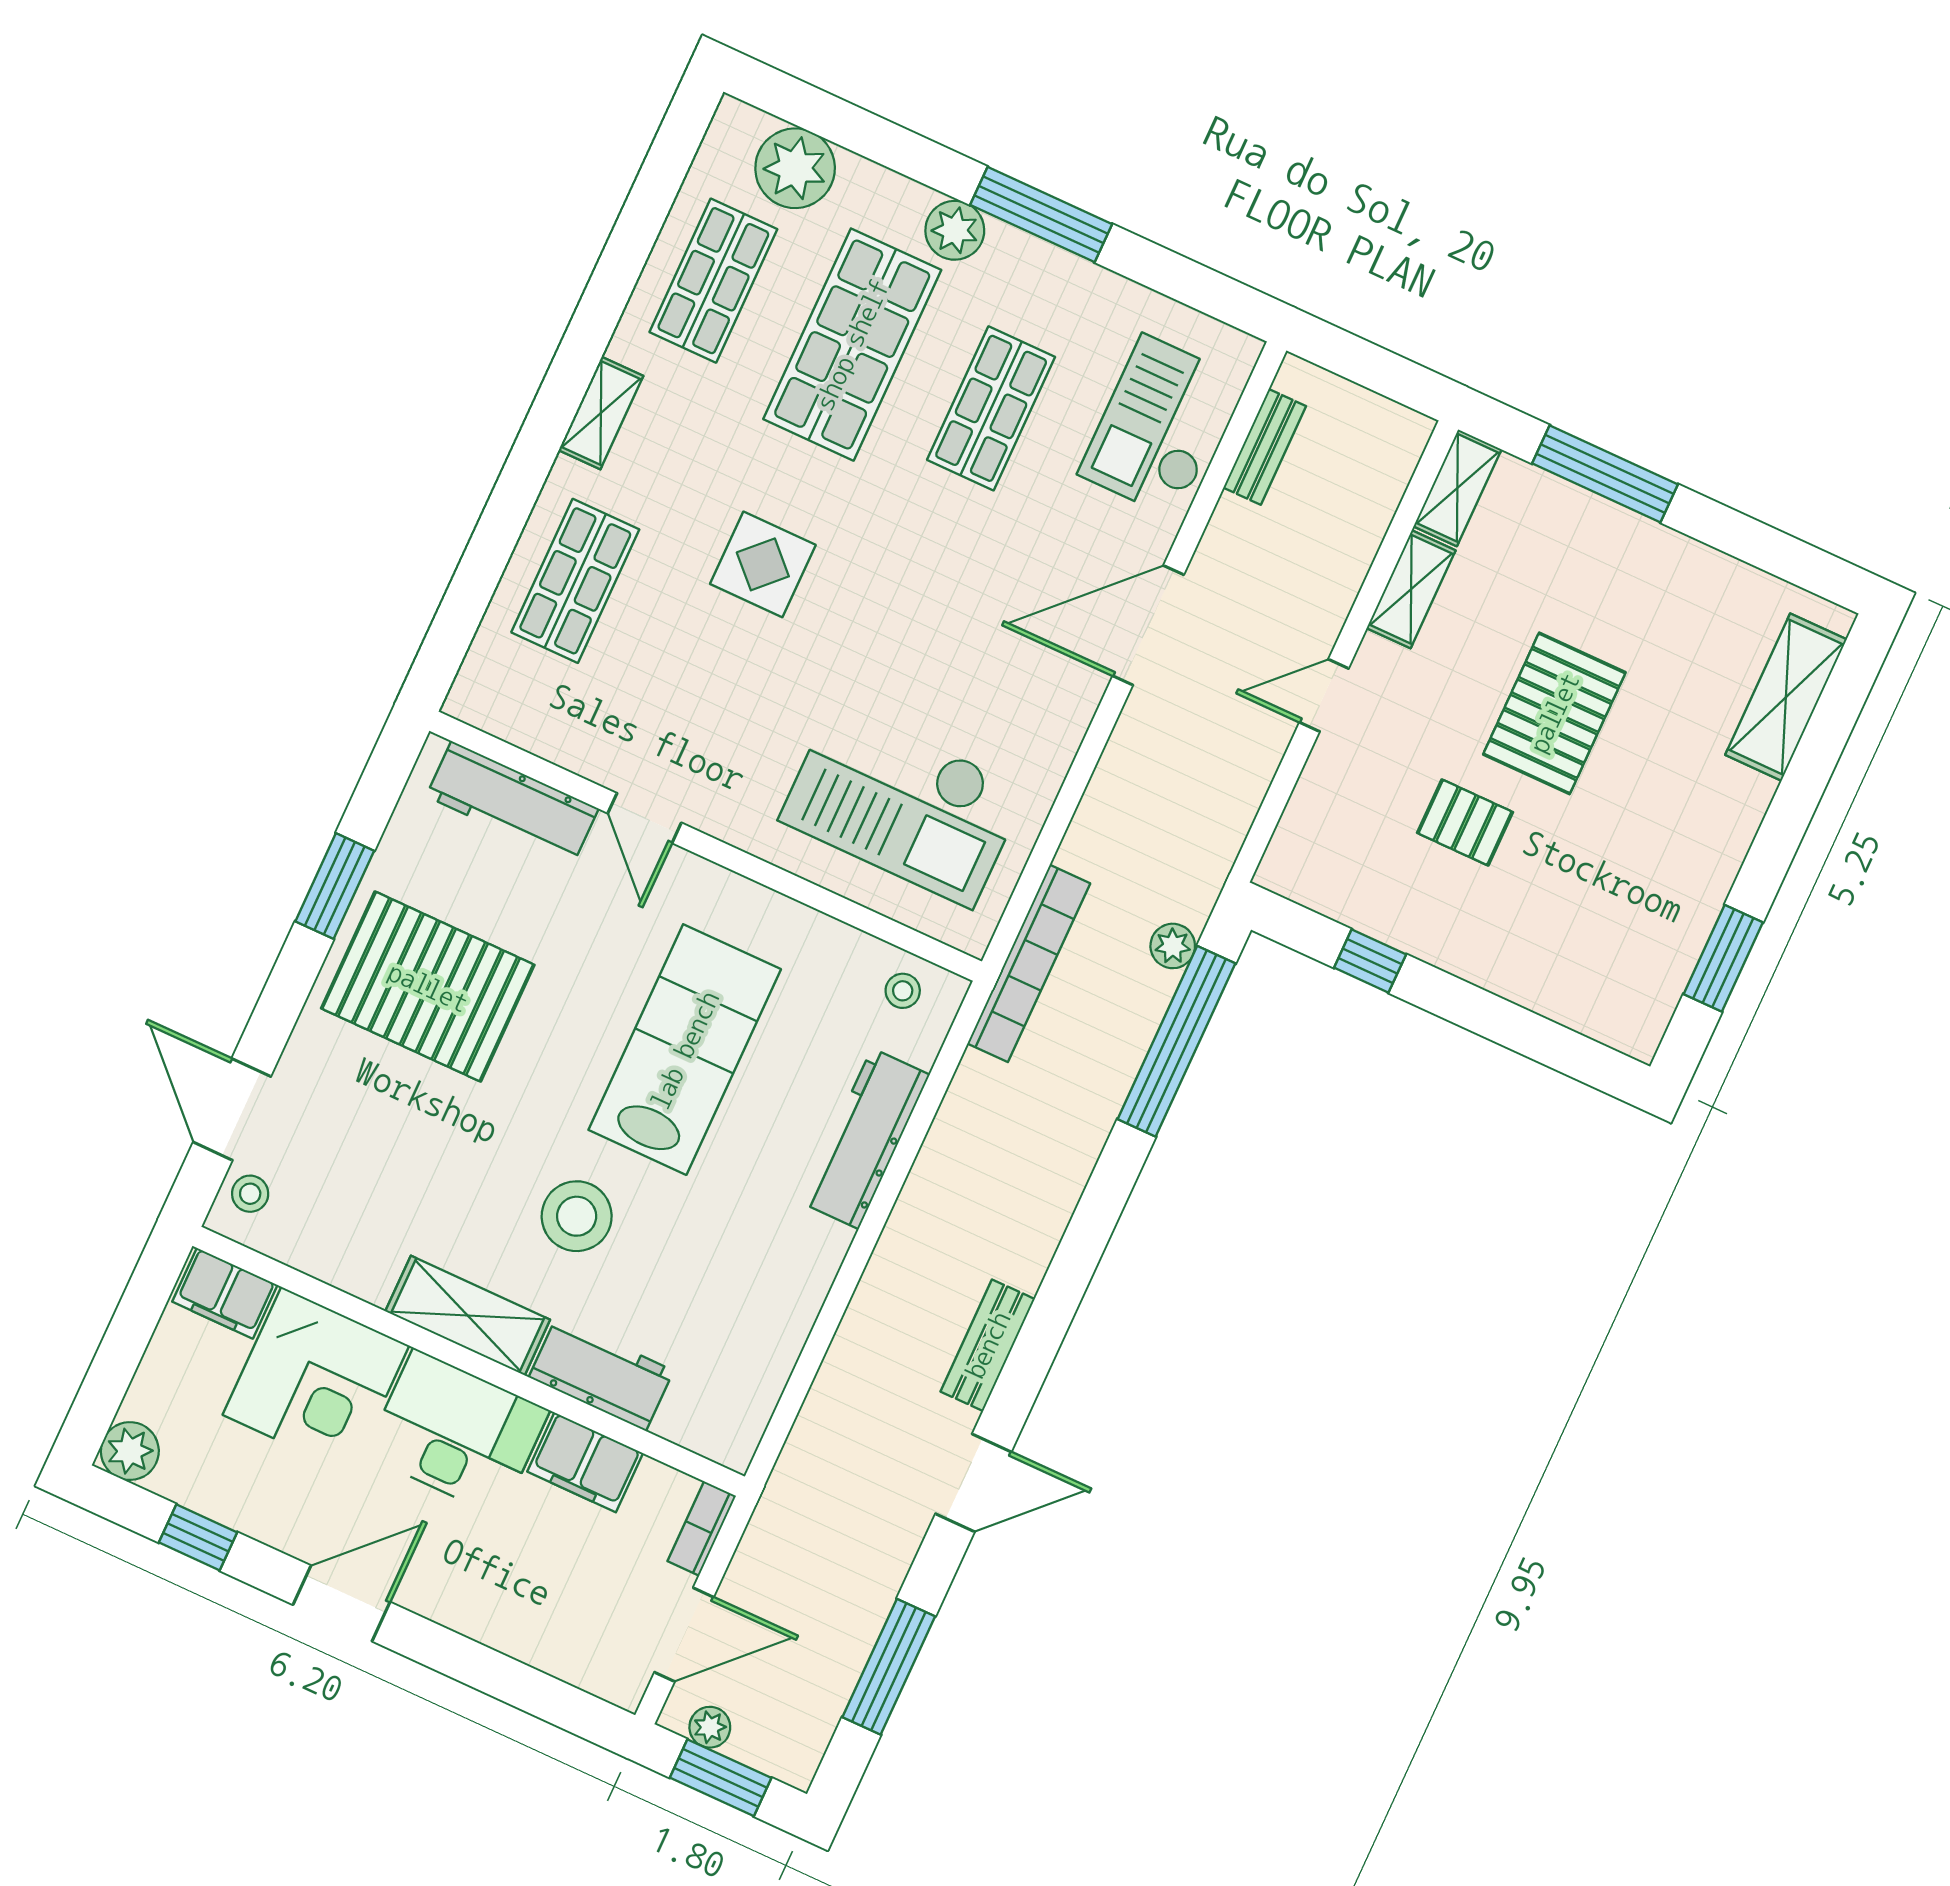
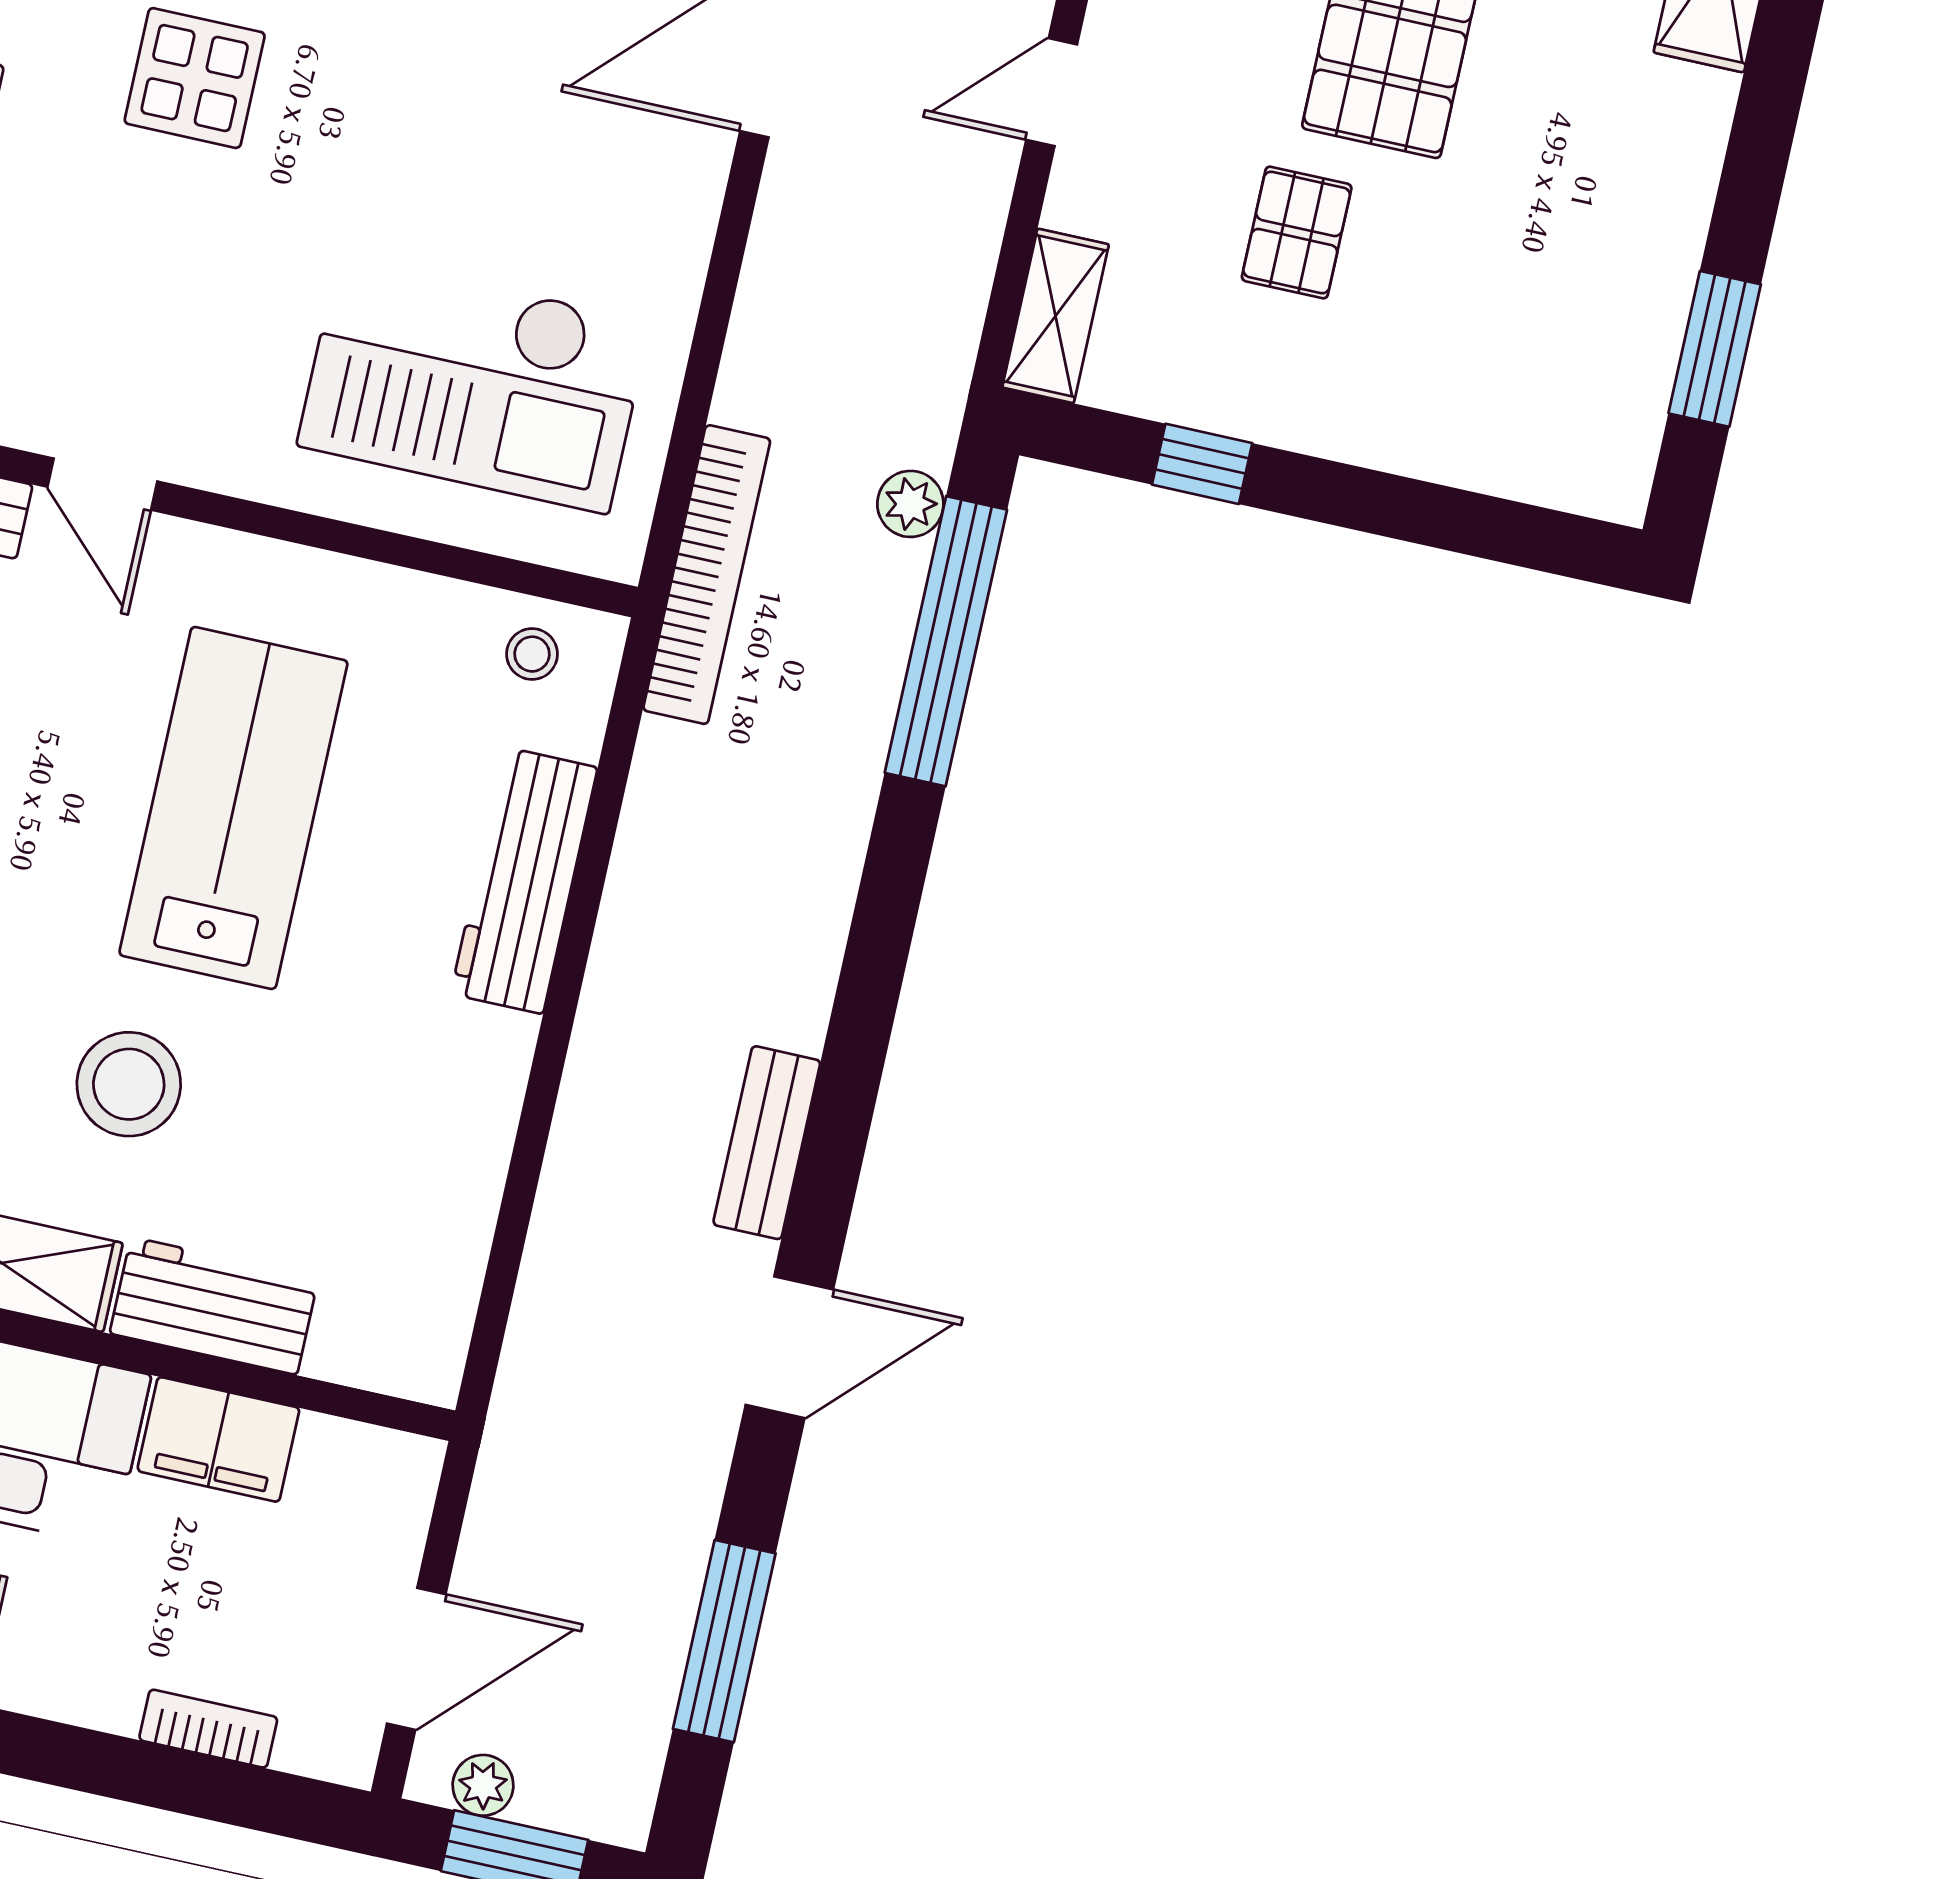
pallet: (1465, 822) -> (1297, 233), turned 90
shelving: (1295, 843) -> (1056, 316), added
bookcase: (702, 1529) -> (208, 1729), moved, turned 90

